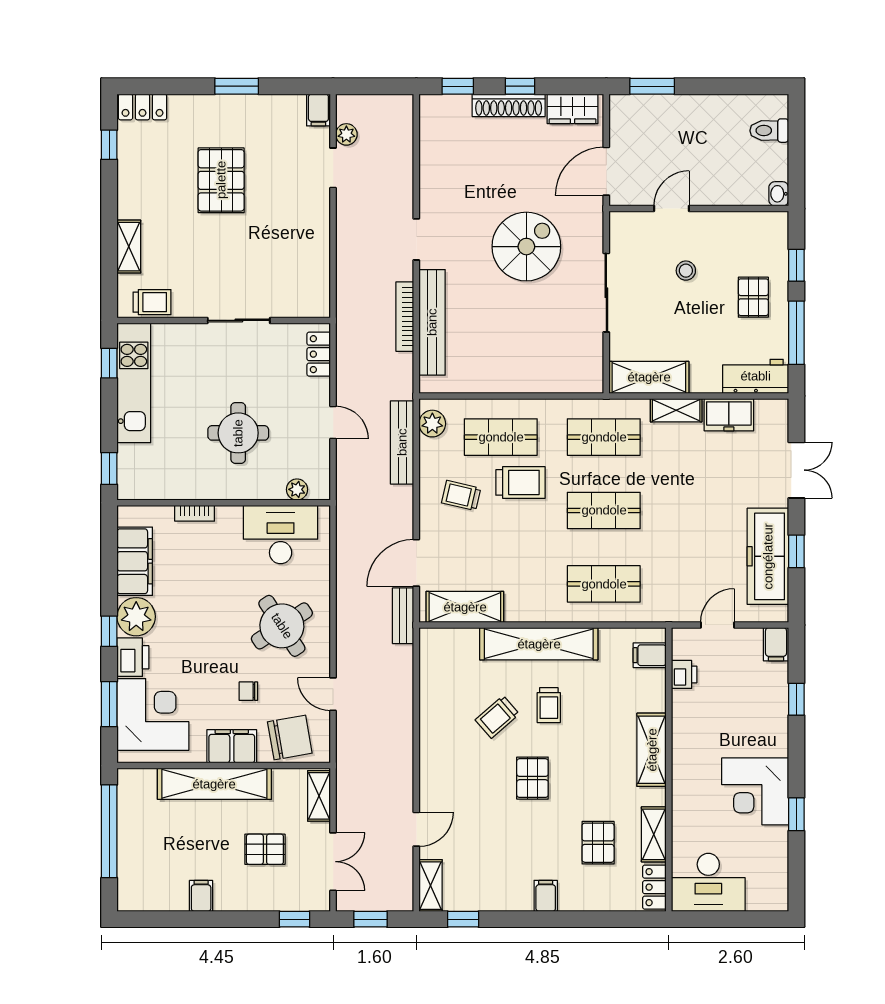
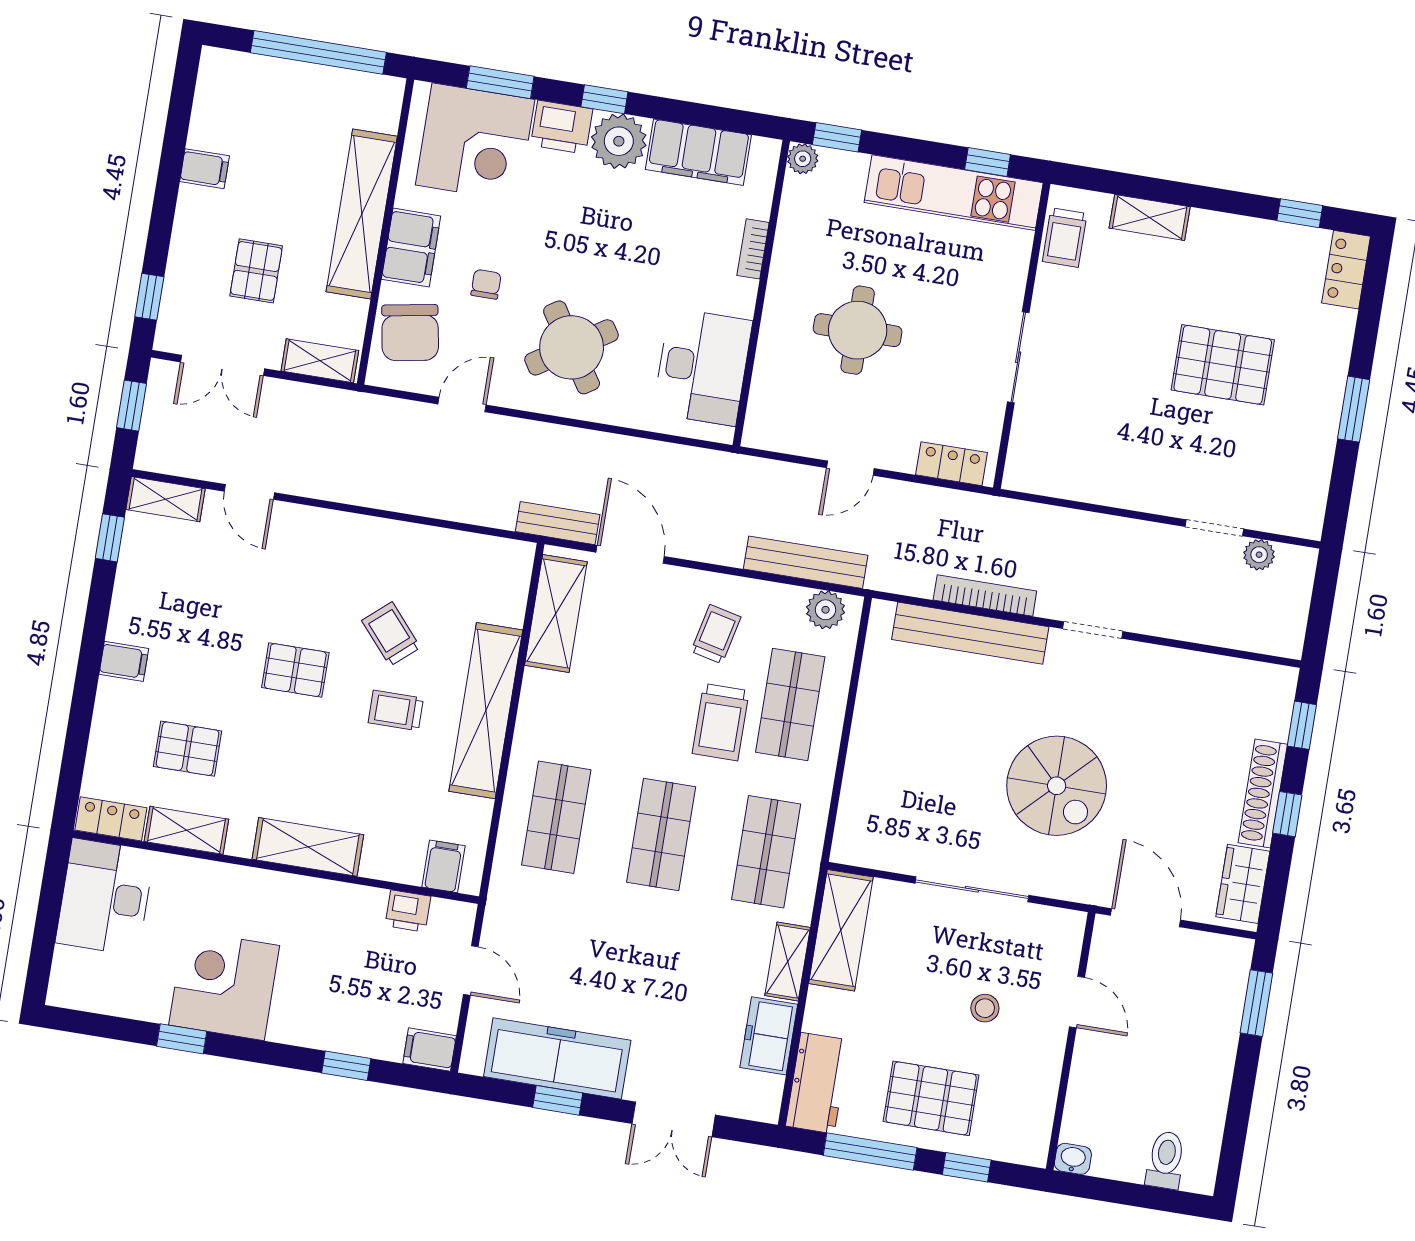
filing cabinet: (318, 110) -> (1301, 521), removed
pallet: (753, 297) -> (931, 1098), width x1.50, depth x1.42
plant: (297, 489) -> (803, 159), moved

